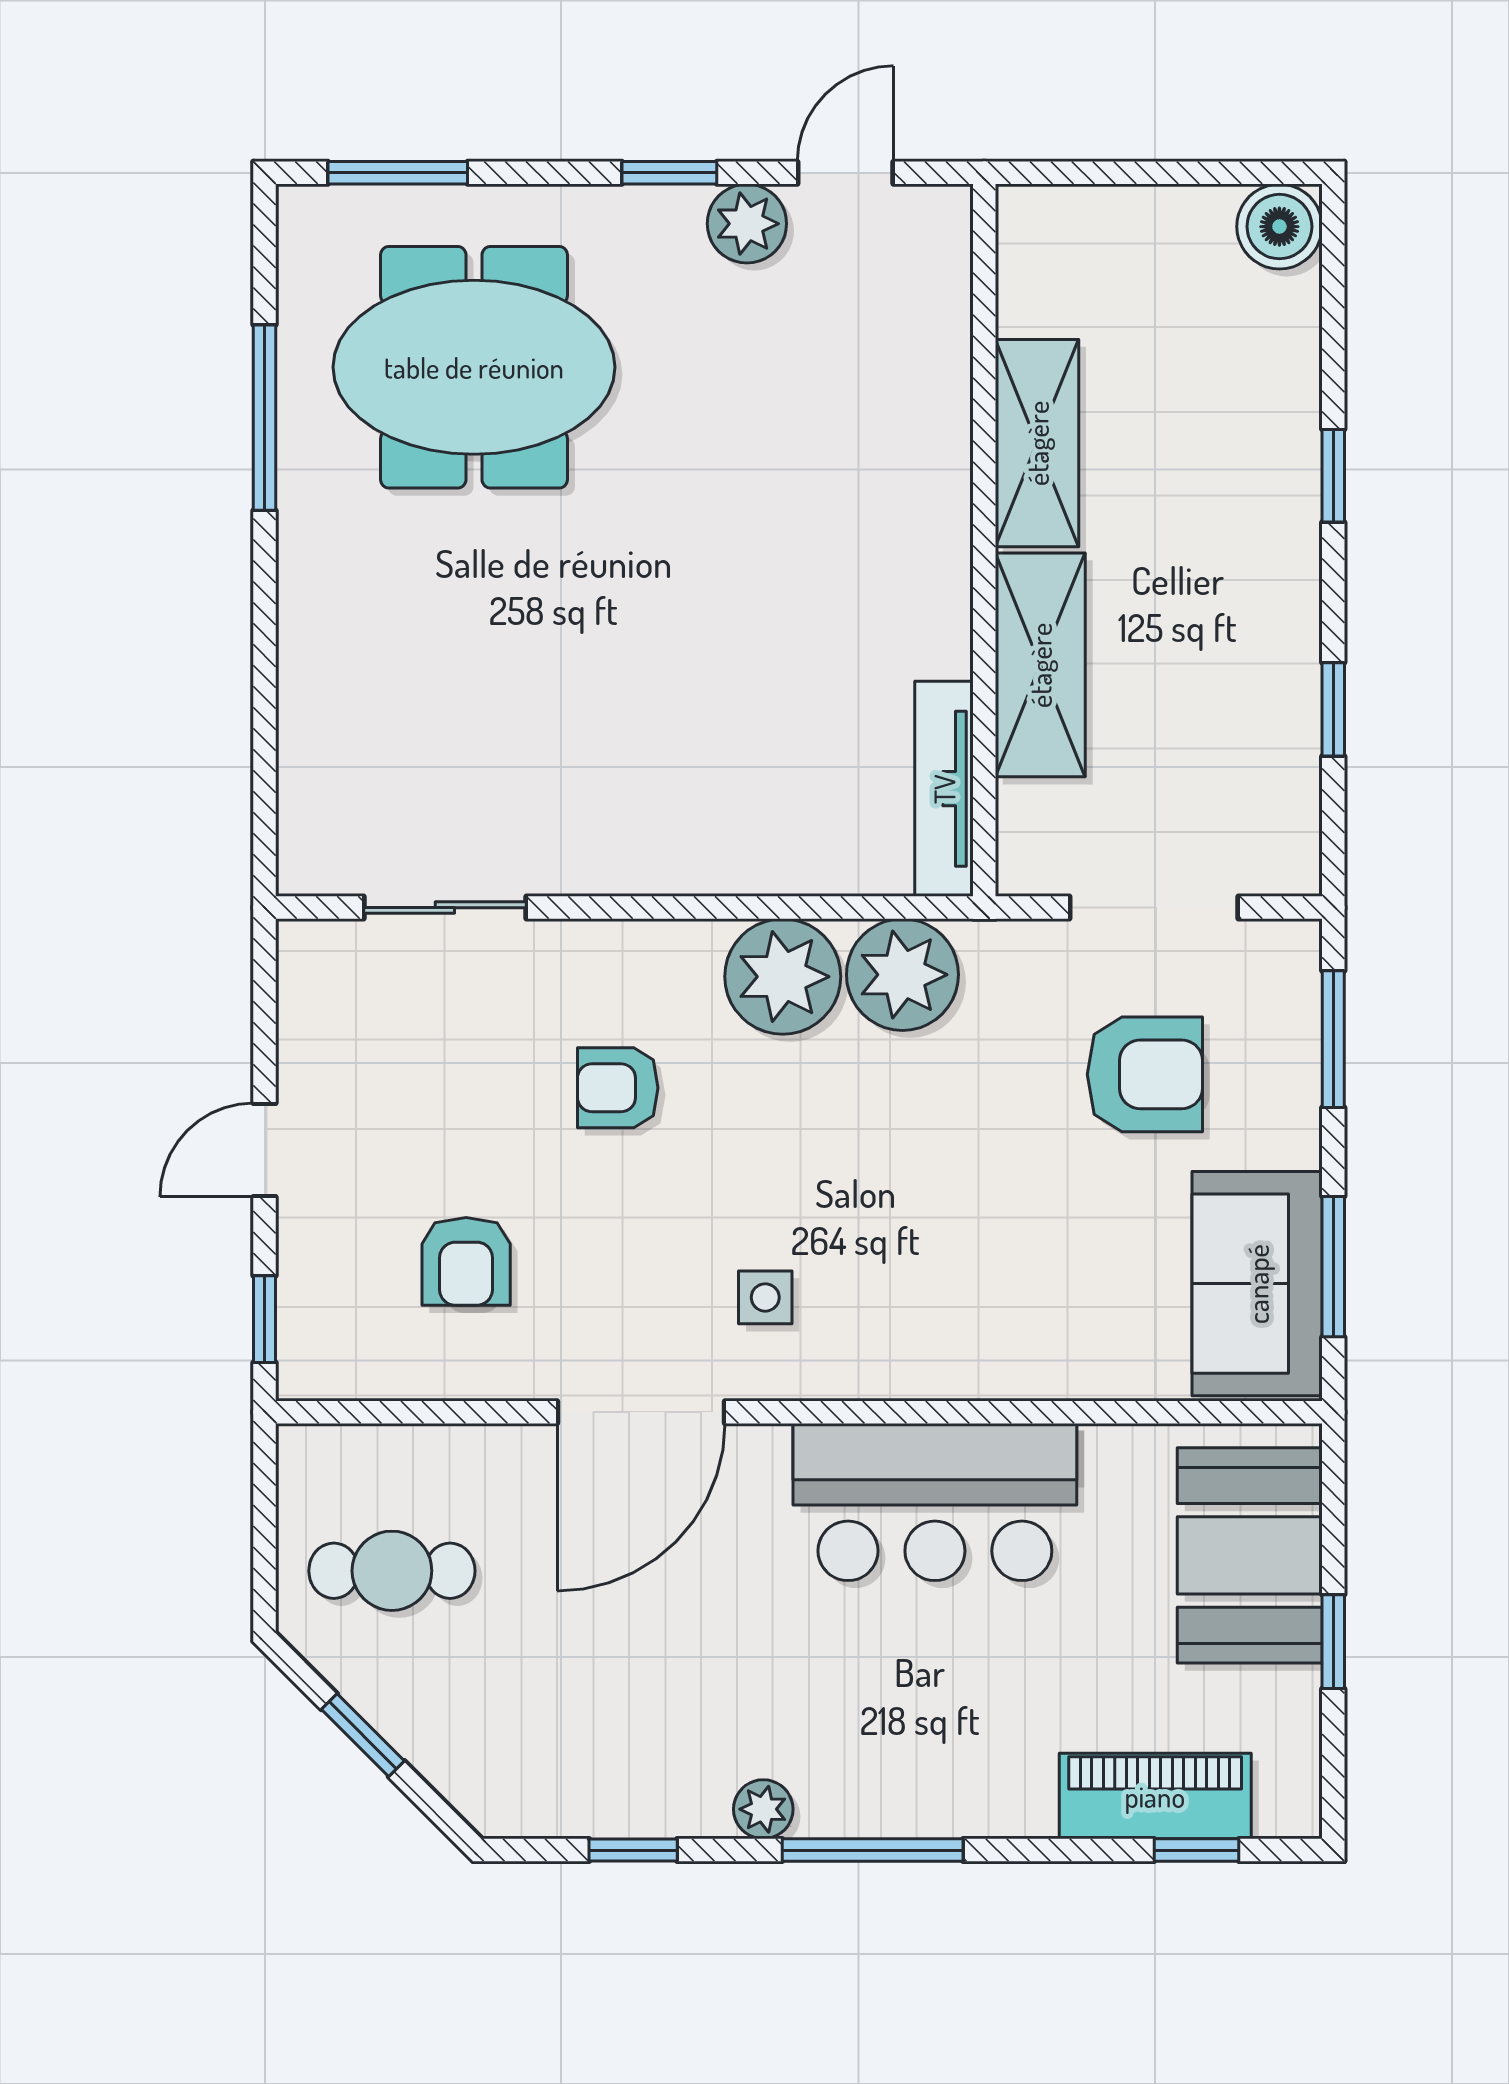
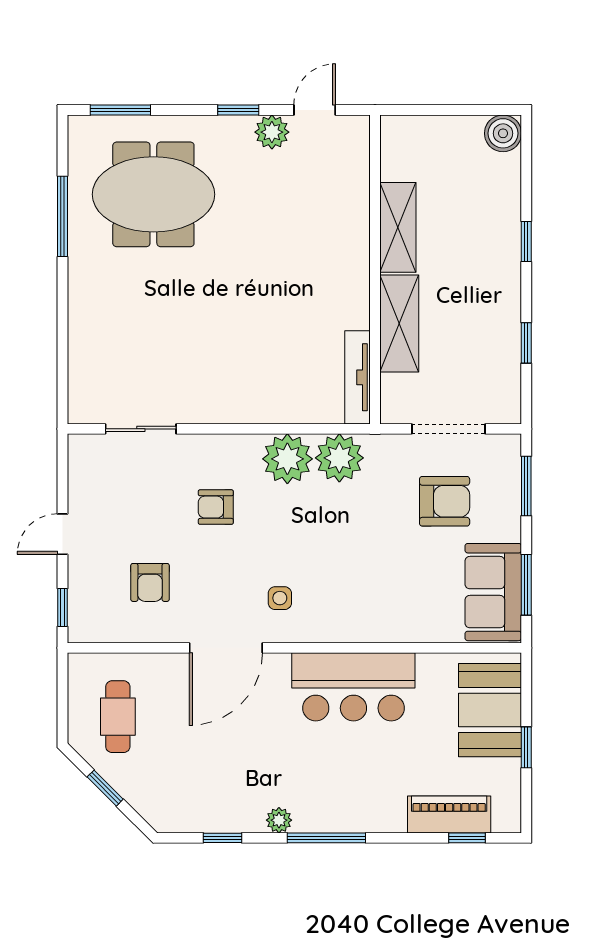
cafe table: (392, 1571) -> (118, 717), turned 90

